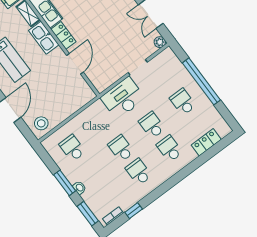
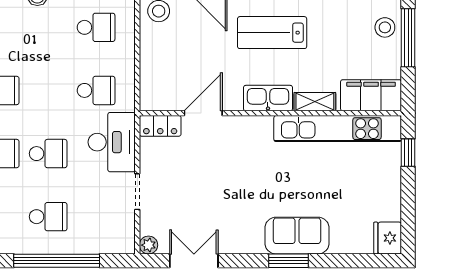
locker: (63, 35) -> (160, 126), moved
door: (75, 64) -> (203, 113), swing flipped
school desk: (121, 148) -> (96, 90), moved

